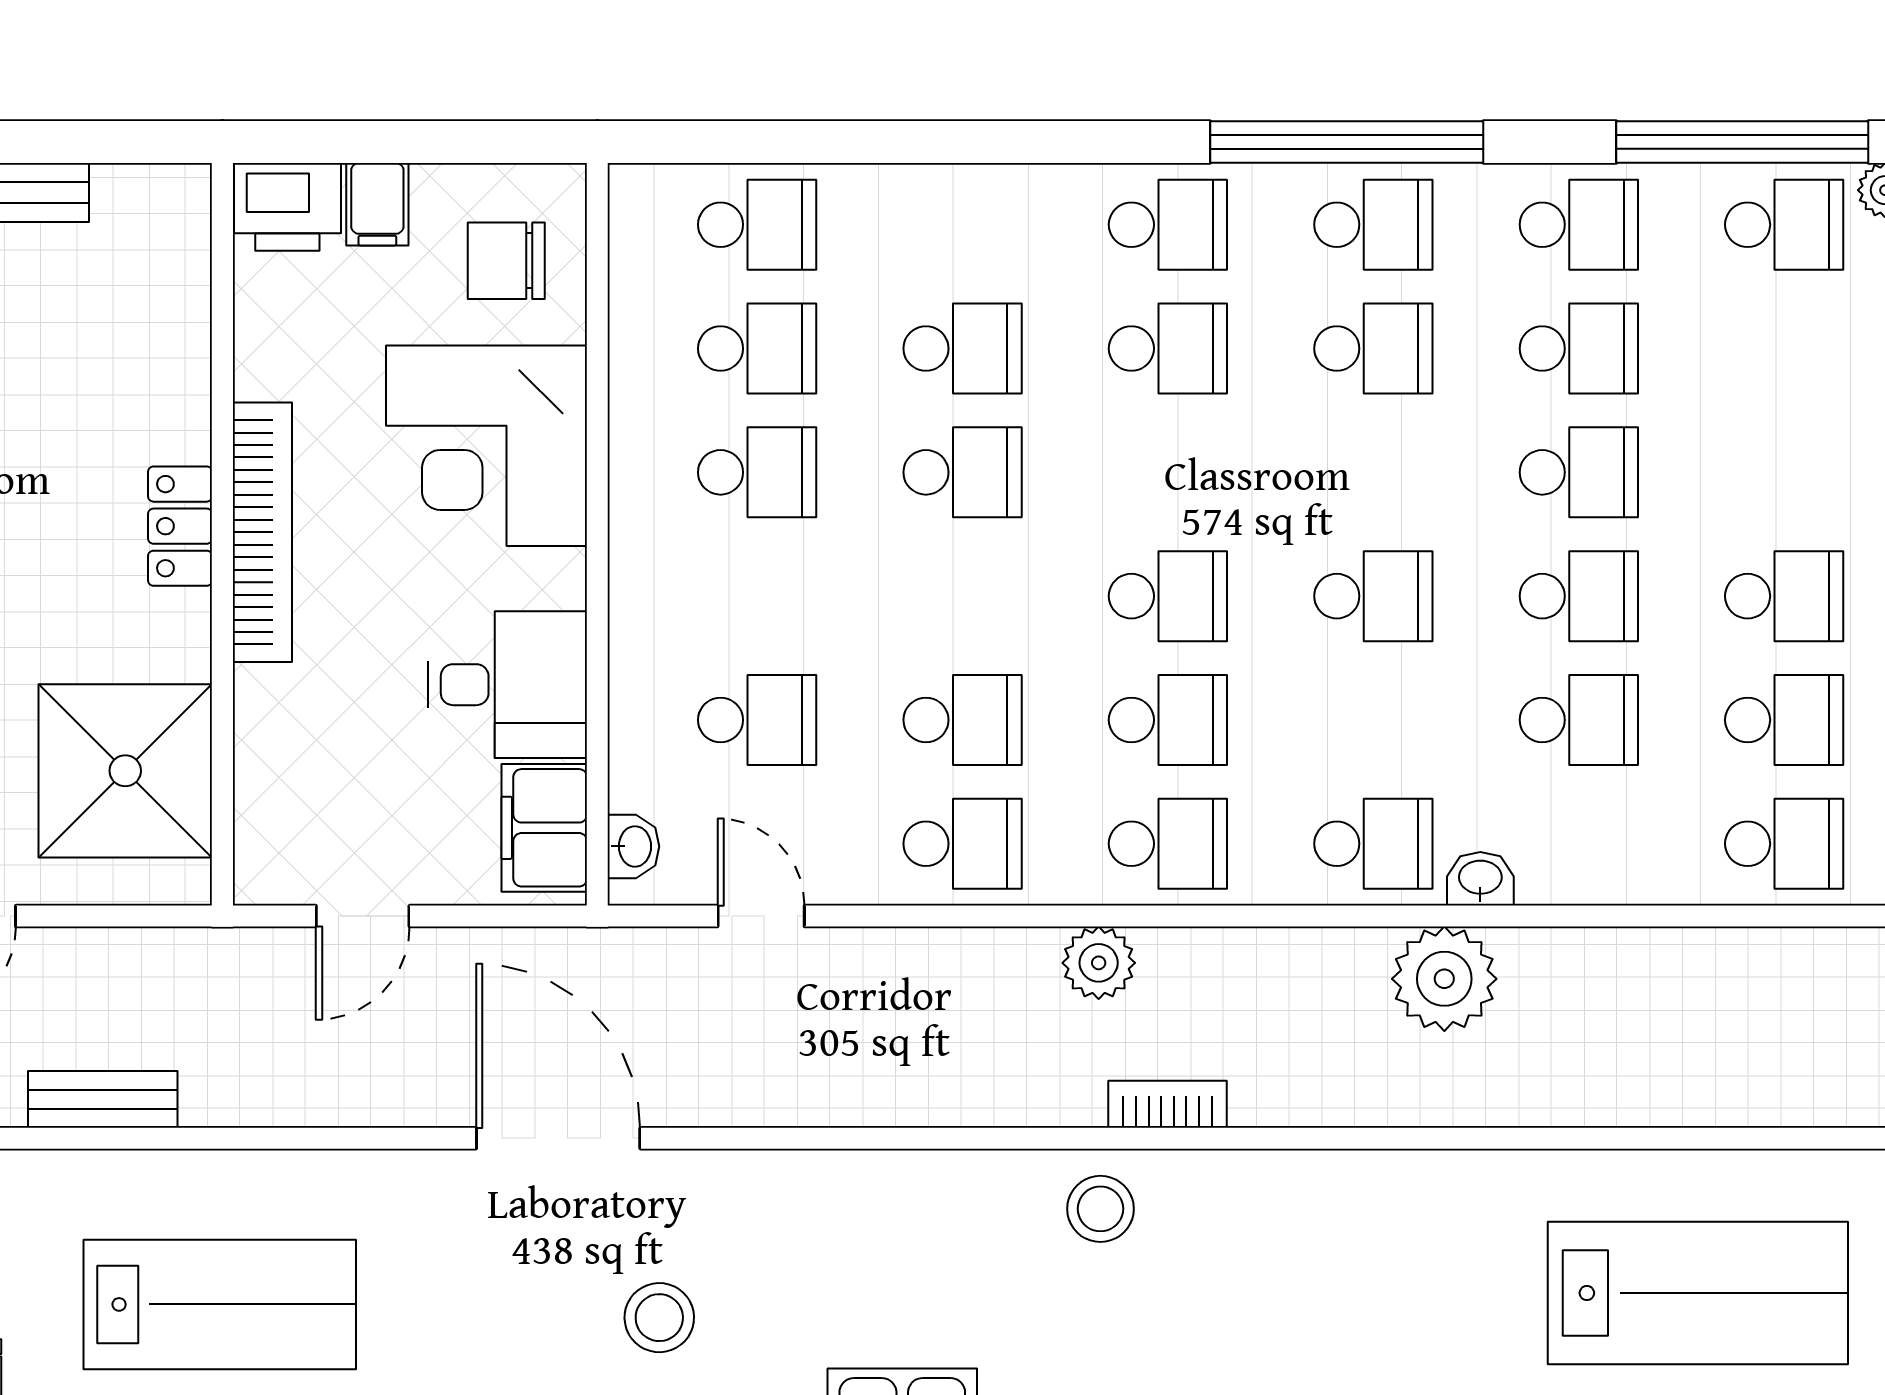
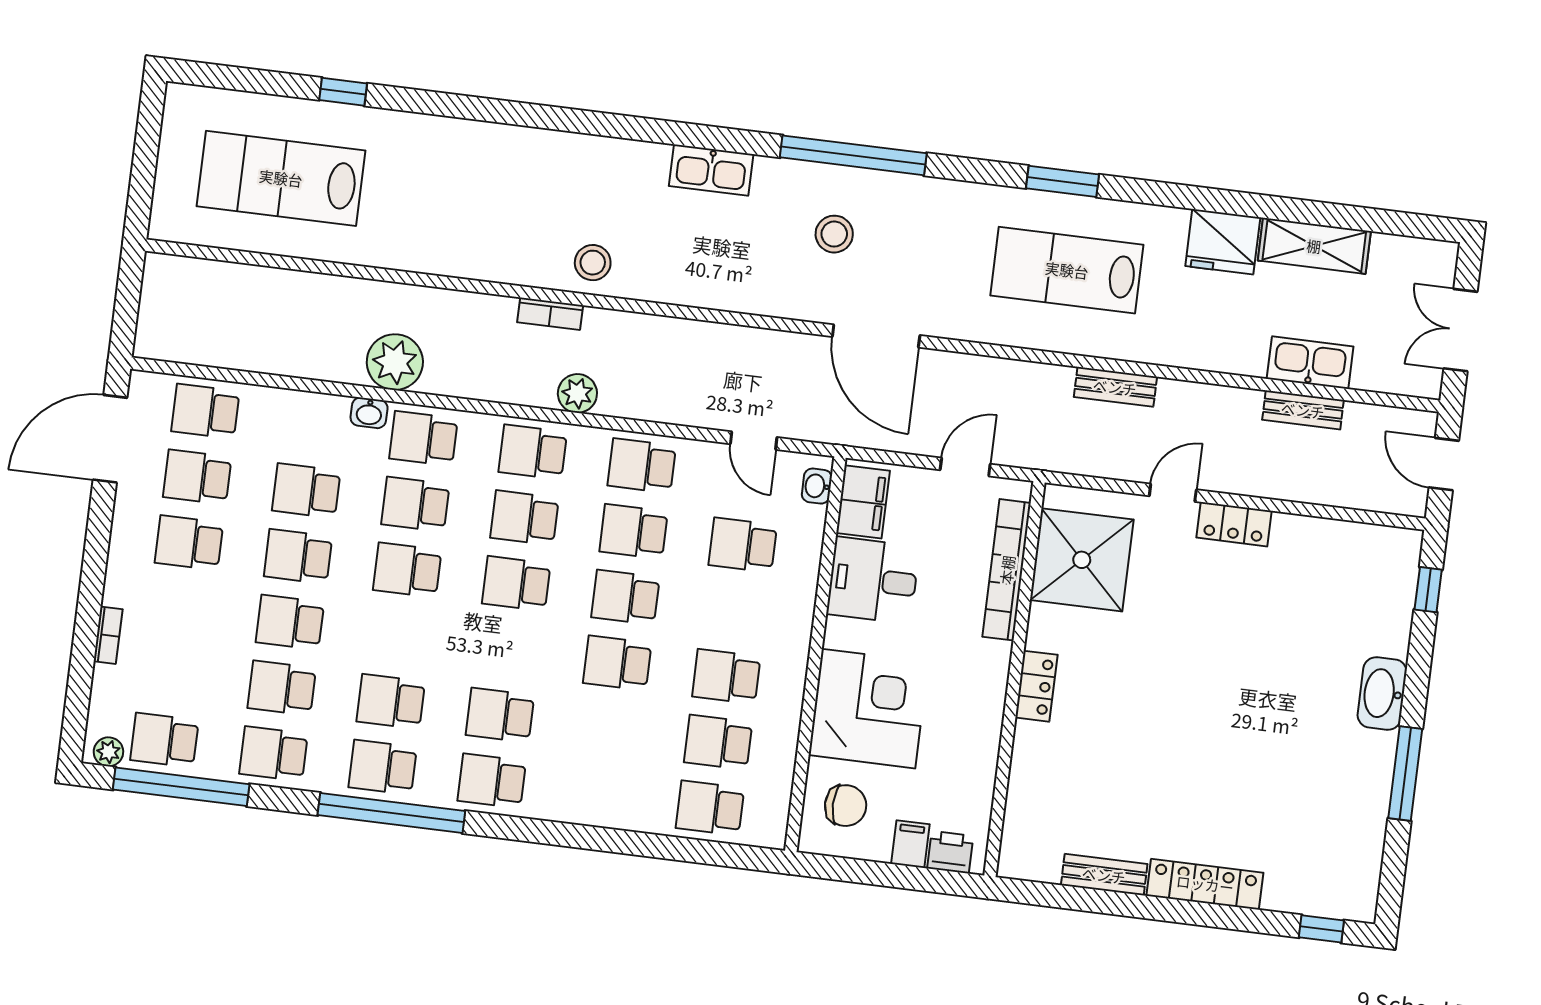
printer: (287, 207) -> (950, 852), width x0.73, depth x0.81
school desk: (963, 349) -> (625, 597), moved
bookcase: (262, 532) -> (1007, 570), moved
school desk: (1373, 720) -> (415, 504), added

